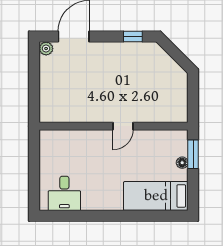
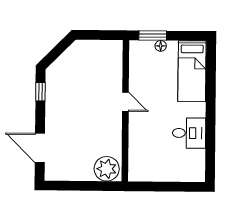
plant: (46, 49) -> (107, 169), moved, width x1.87, depth x1.87
desk: (64, 193) -> (189, 133), moved

